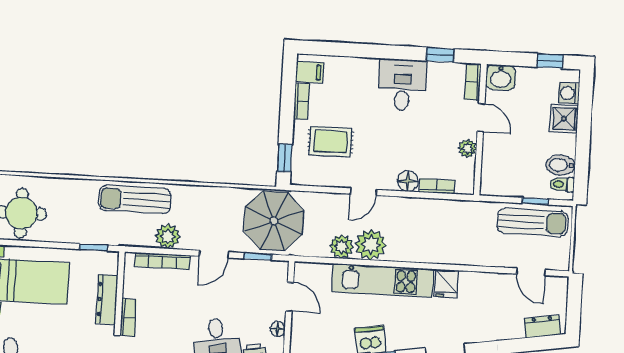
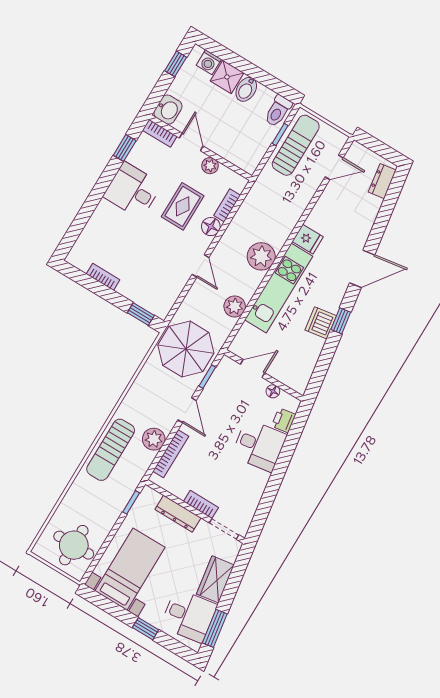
filing cabinet: (309, 72) -> (83, 258), removed
door: (481, 118) -> (191, 142), hinge flipped
rug: (331, 141) -> (183, 206), moved
bidet: (561, 165) -> (246, 89), moved
toilet: (562, 184) -> (278, 111), width x1.37, depth x1.39
plant: (371, 245) -> (261, 256), moved

